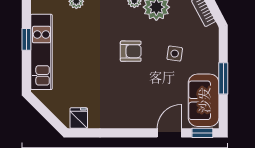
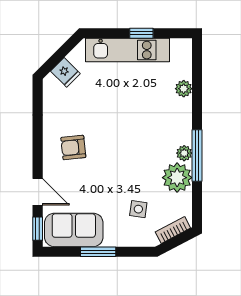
armchair: (131, 51) -> (73, 147), moved, turned 84
side table: (175, 54) -> (138, 209), moved
fridge: (79, 118) -> (65, 72), moved, turned 45

